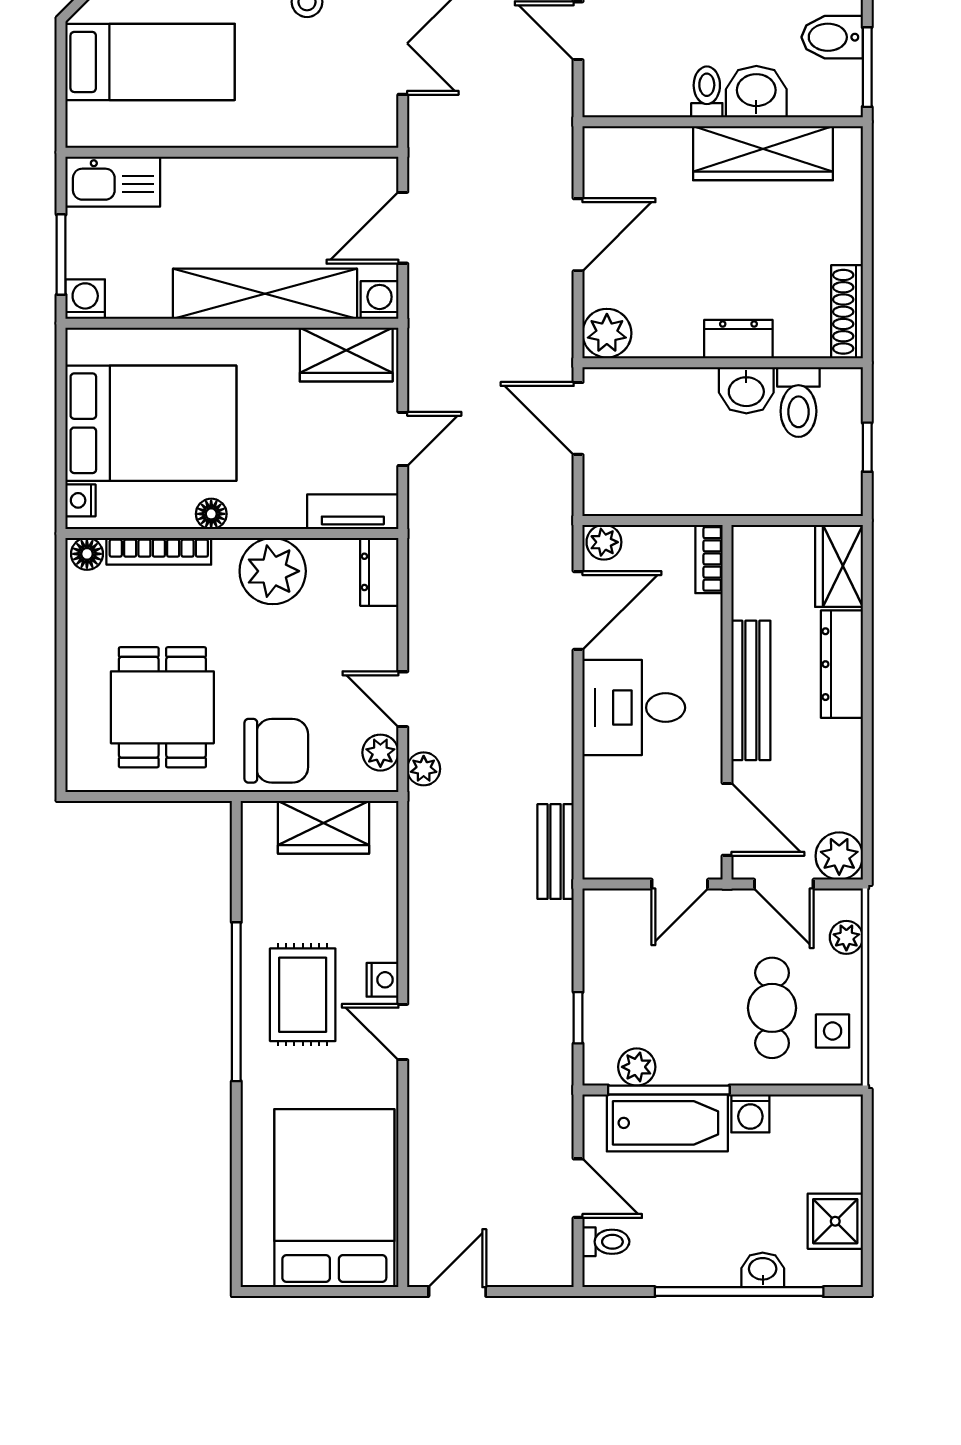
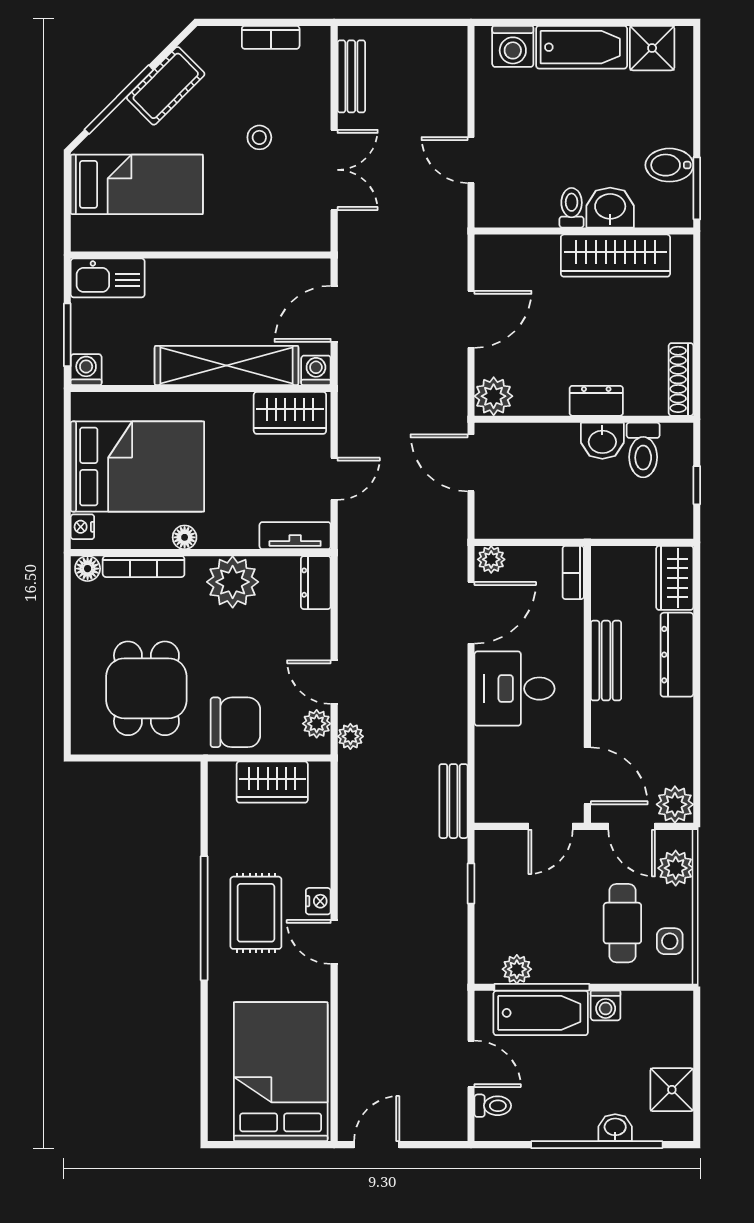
bench: (751, 690) -> (606, 661), width x0.73
plant: (846, 937) -> (676, 868), width x1.38, depth x1.38
window: (578, 1018) -> (471, 883), moved

